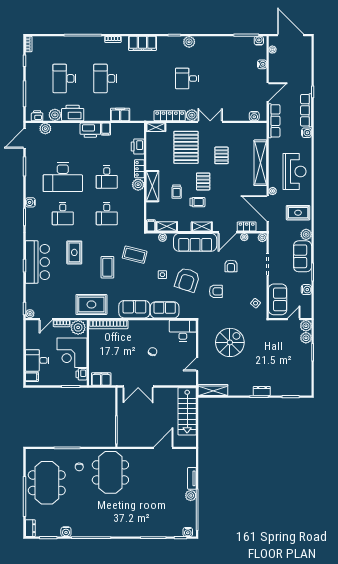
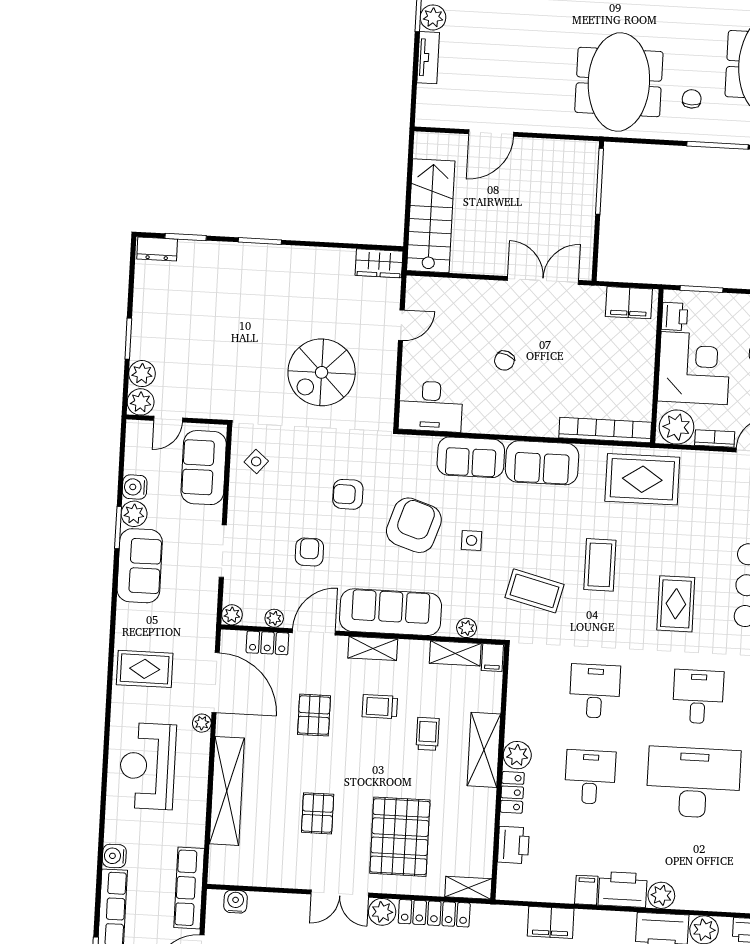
plant: (45, 129) -> (661, 895), moved
pallet: (203, 181) -> (314, 715), moved
plant: (306, 234) -> (134, 514), moved
wardrobe: (213, 390) -> (379, 263), width x0.67
dresser: (262, 391) -> (157, 249), moved

